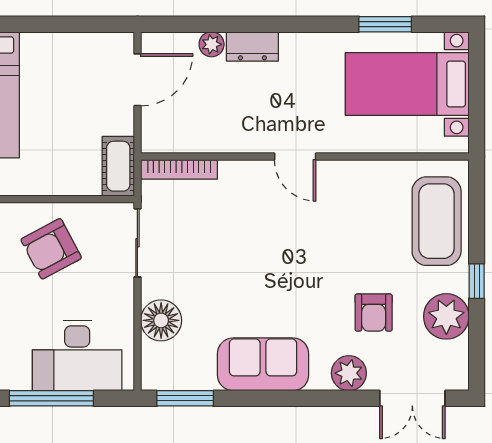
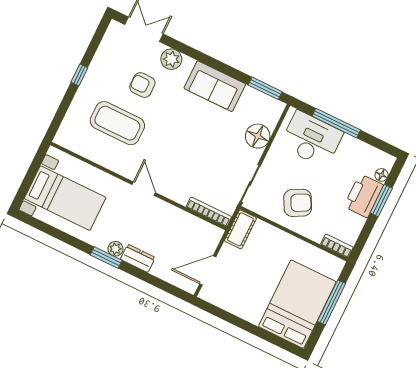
window: (385, 24) -> (106, 258), moved
plant: (212, 44) -> (115, 249), moved
coffee table: (437, 221) -> (117, 123), moved, turned 90
armchair: (374, 313) -> (142, 85), turned -90
plant: (446, 316) -> (105, 64), removed

